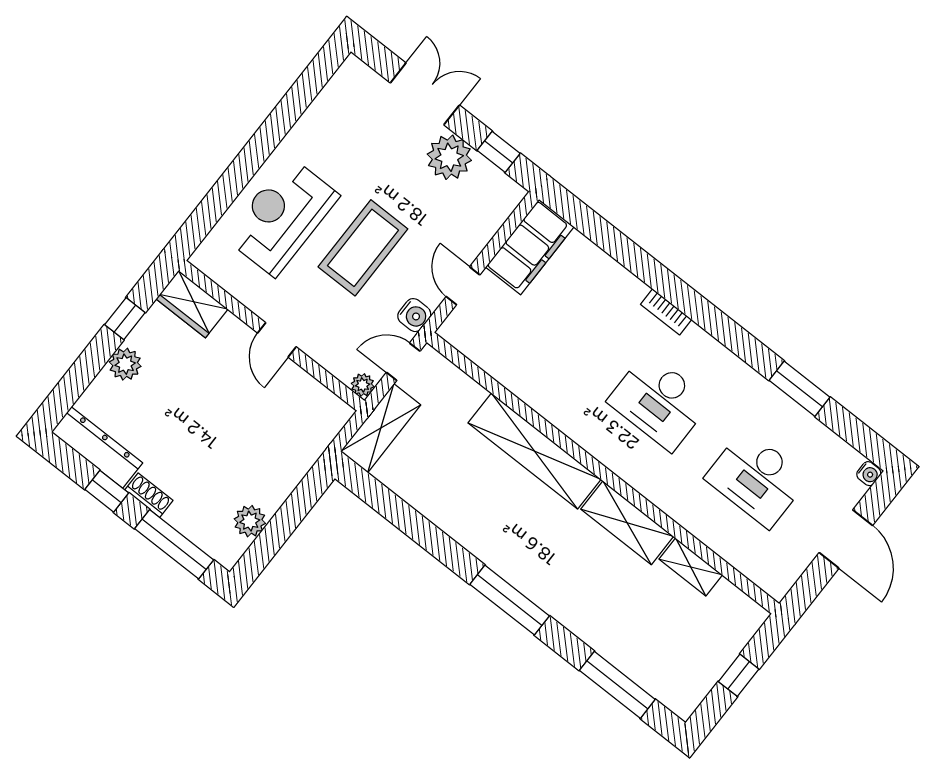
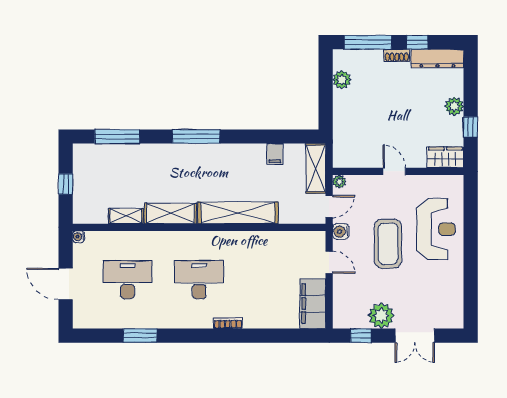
water cooler: (869, 474) -> (78, 237), moved
filing cabinet: (421, 492) -> (275, 154), added

